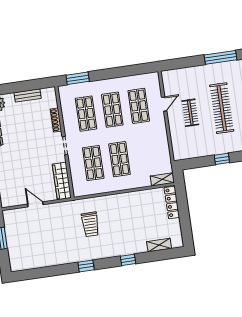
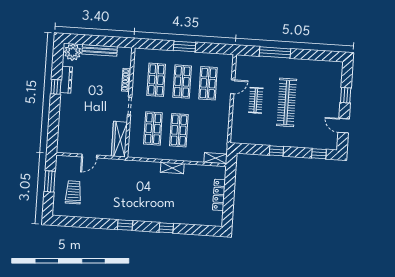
window: (220, 57) -> (275, 52), moved
window: (78, 78) -> (184, 46), moved
bench: (28, 95) -> (100, 50), width x1.36
locker: (172, 202) -> (219, 195), moved
door: (35, 204) -> (89, 156), swing flipped
trolley: (90, 224) -> (73, 192), moved, turned 180
shelving: (159, 245) -> (172, 168), moved

